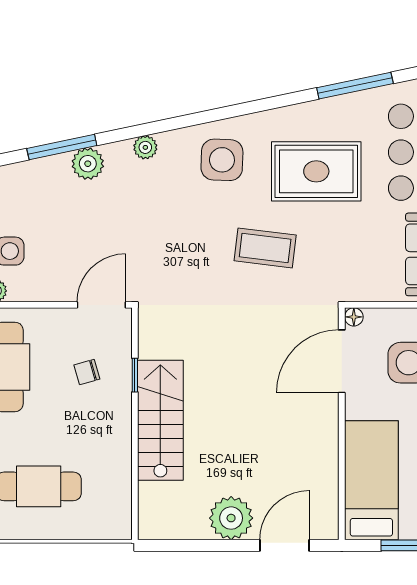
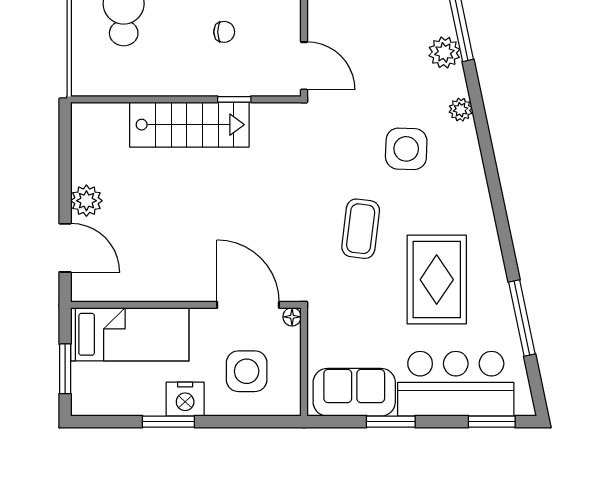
side table: (222, 160) -> (406, 149), moved
chair: (87, 372) -> (224, 32), moved, turned 106
plant: (231, 518) -> (86, 201), width x0.73, depth x0.73

